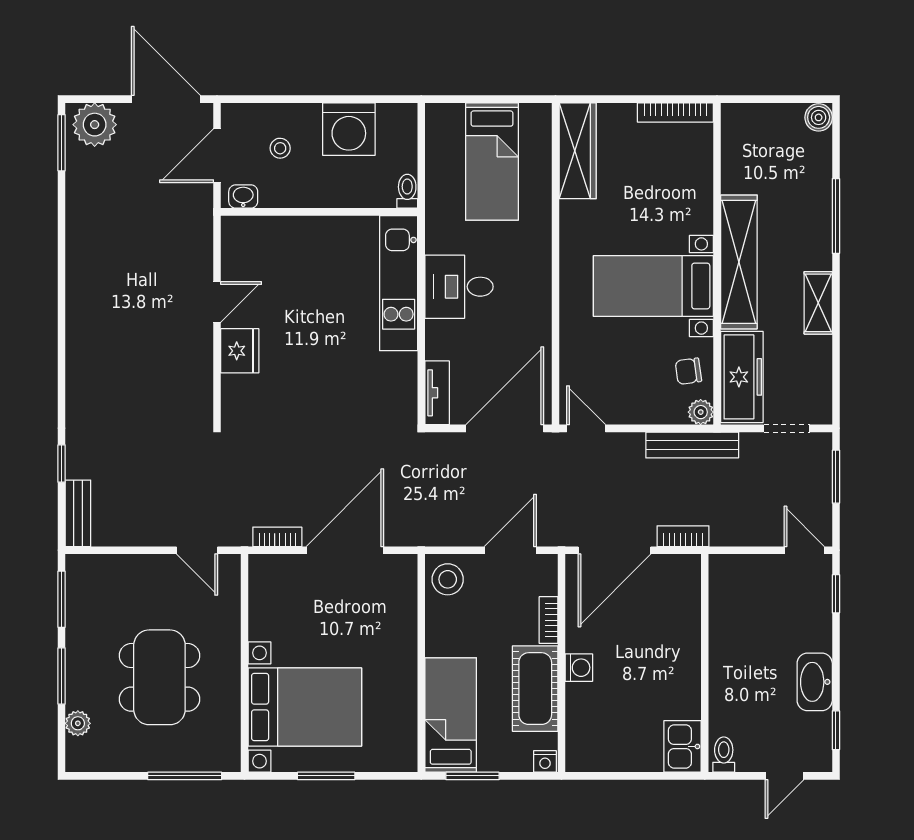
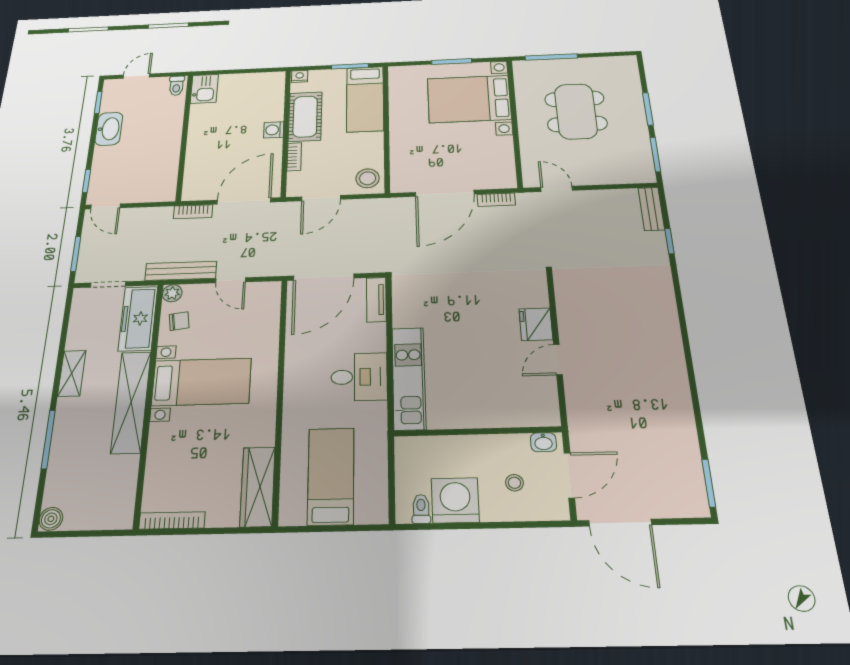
plant: (95, 125) -> (681, 499), removed
toilet: (407, 191) -> (421, 509), moved, turned 180
door: (586, 428) -> (231, 280), moved
plant: (78, 723) -> (632, 83), removed

